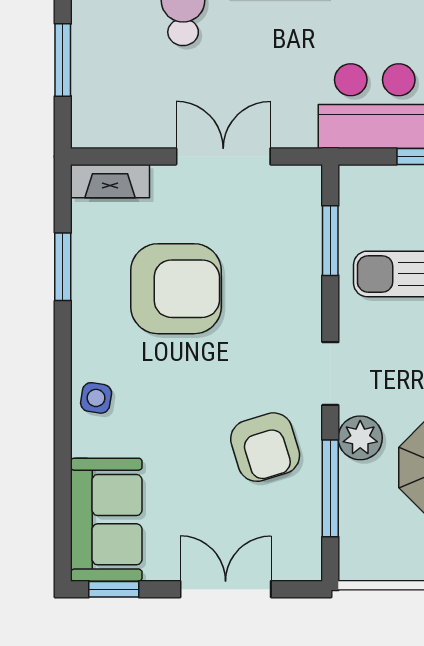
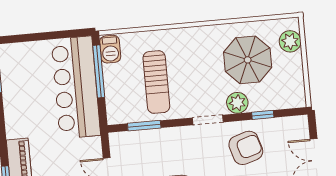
window: (330, 488) -> (263, 115), width x0.46

